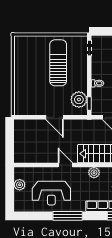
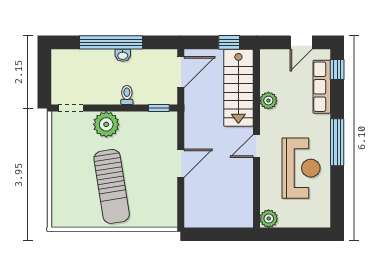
sun lounger: (58, 63) -> (112, 186), moved, turned -99
plant: (79, 100) -> (106, 124), moved
plant: (20, 185) -> (269, 219), moved

